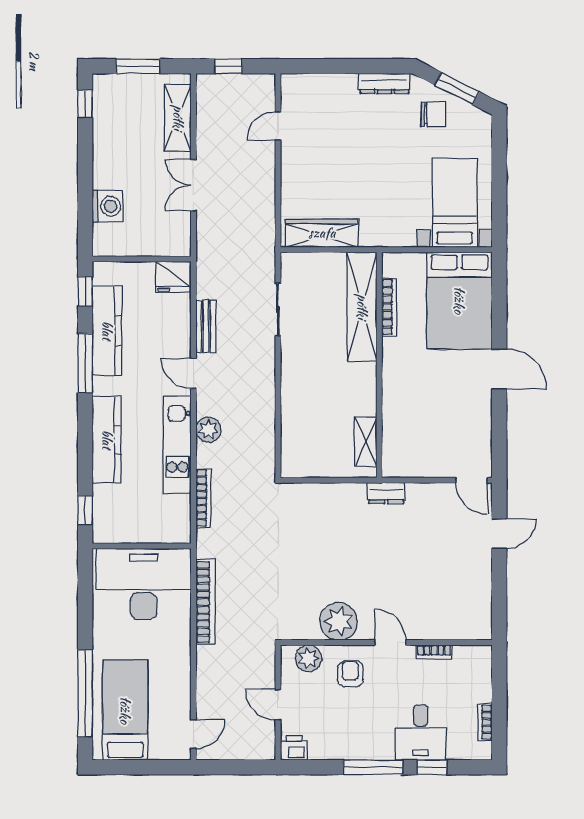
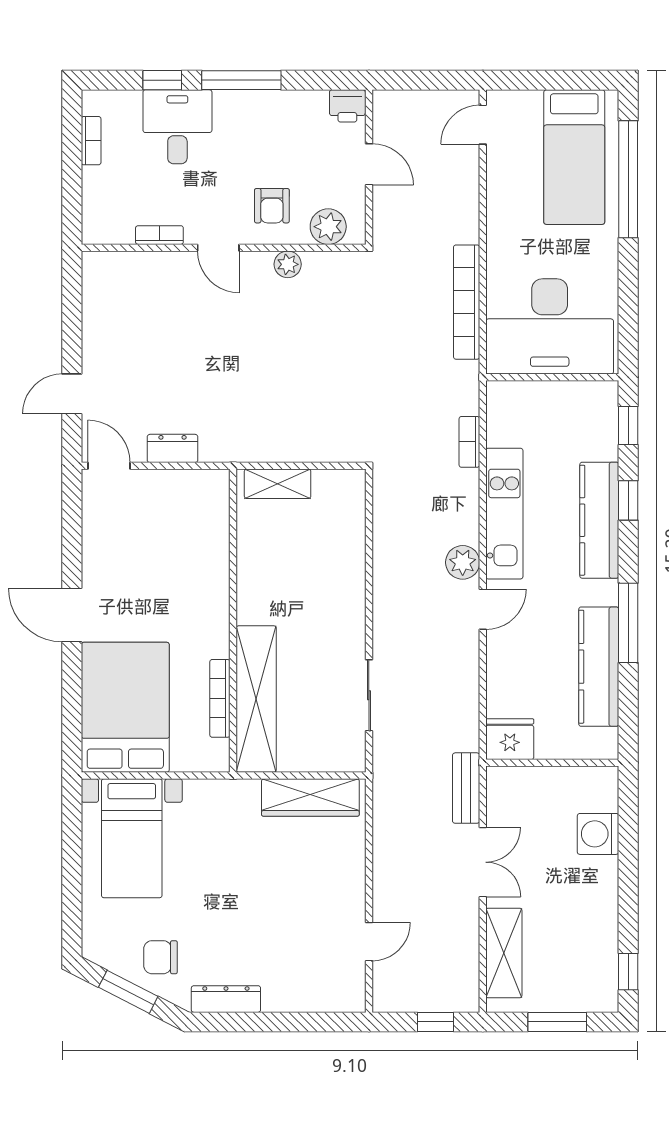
window: (85, 291) -> (628, 500), moved
bench: (206, 326) -> (466, 788), moved
door: (193, 373) -> (483, 609), hinge flipped
plant: (208, 430) -> (463, 562), moved
shelving: (366, 442) -> (278, 484), moved, turned 90
dresser: (386, 493) -> (173, 448), moved
bookcase: (203, 498) -> (469, 442), width x0.64
plant: (339, 621) -> (288, 264), width x0.53, depth x0.53

